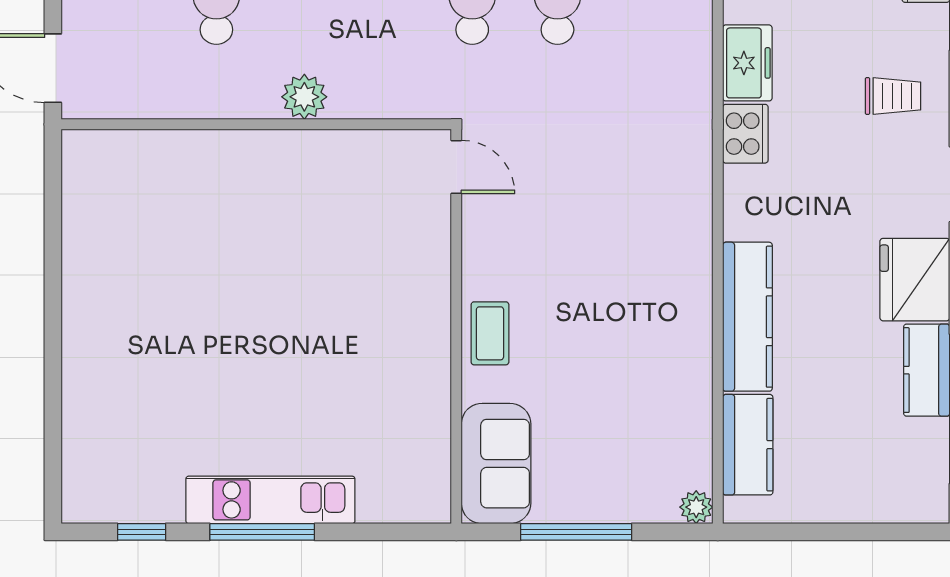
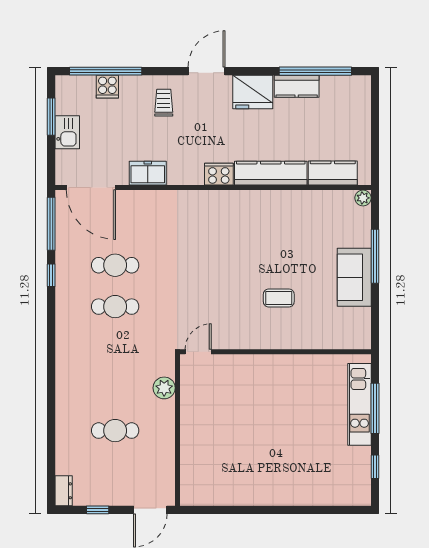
cooker: (745, 134) -> (219, 174), moved
door: (456, 167) -> (198, 352), moved
wall: (456, 326) -> (275, 352), moved
sofa: (496, 464) -> (354, 277), moved, turned -90

